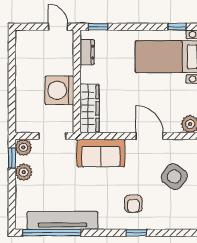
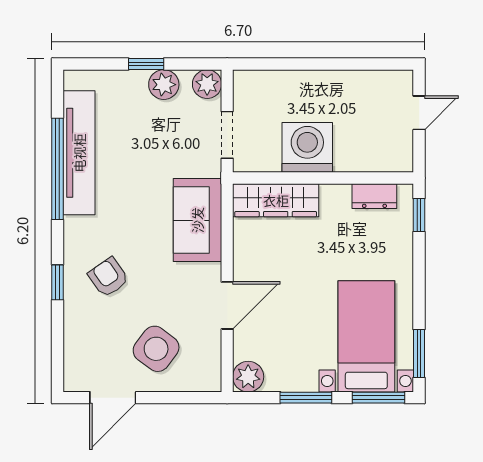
door: (58, 27) -> (419, 113), moved
window: (177, 27) -> (419, 354), width x1.50
window: (12, 158) -> (146, 64), moved
armchair: (133, 204) -> (108, 277), turned 55
window: (52, 233) -> (57, 169), moved

